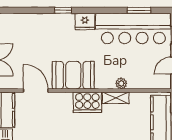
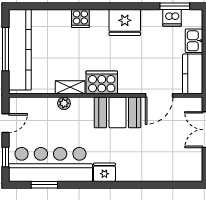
window: (63, 10) -> (129, 185), removed
door: (36, 90) -> (159, 95), hinge flipped

